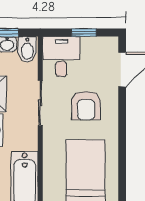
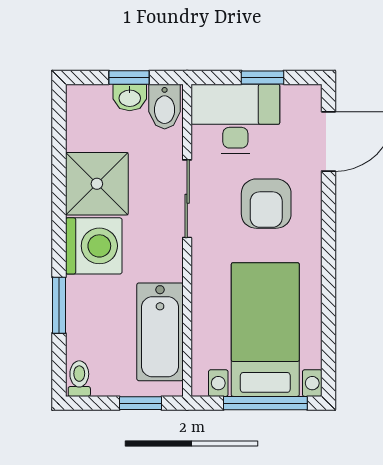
desk: (61, 56) -> (235, 119), width x1.37

